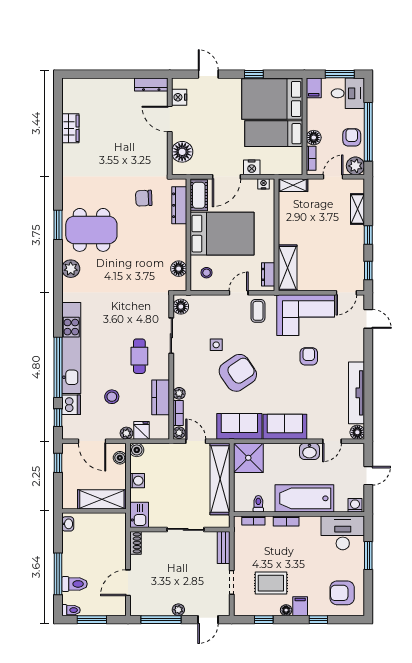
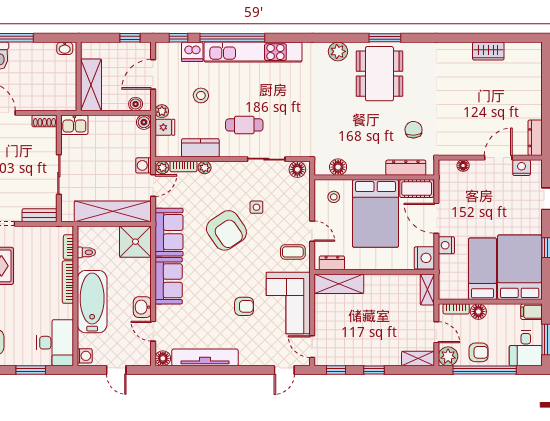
floor lamp: (182, 152) -> (463, 166), width x0.53, depth x0.53
nightstand: (263, 184) -> (424, 258), width x1.89, depth x1.79
shelving: (358, 209) -> (418, 359), moved
washing machine: (137, 481) -> (144, 165), moved, turned 90
bookcase: (286, 521) -> (68, 282), width x1.56

